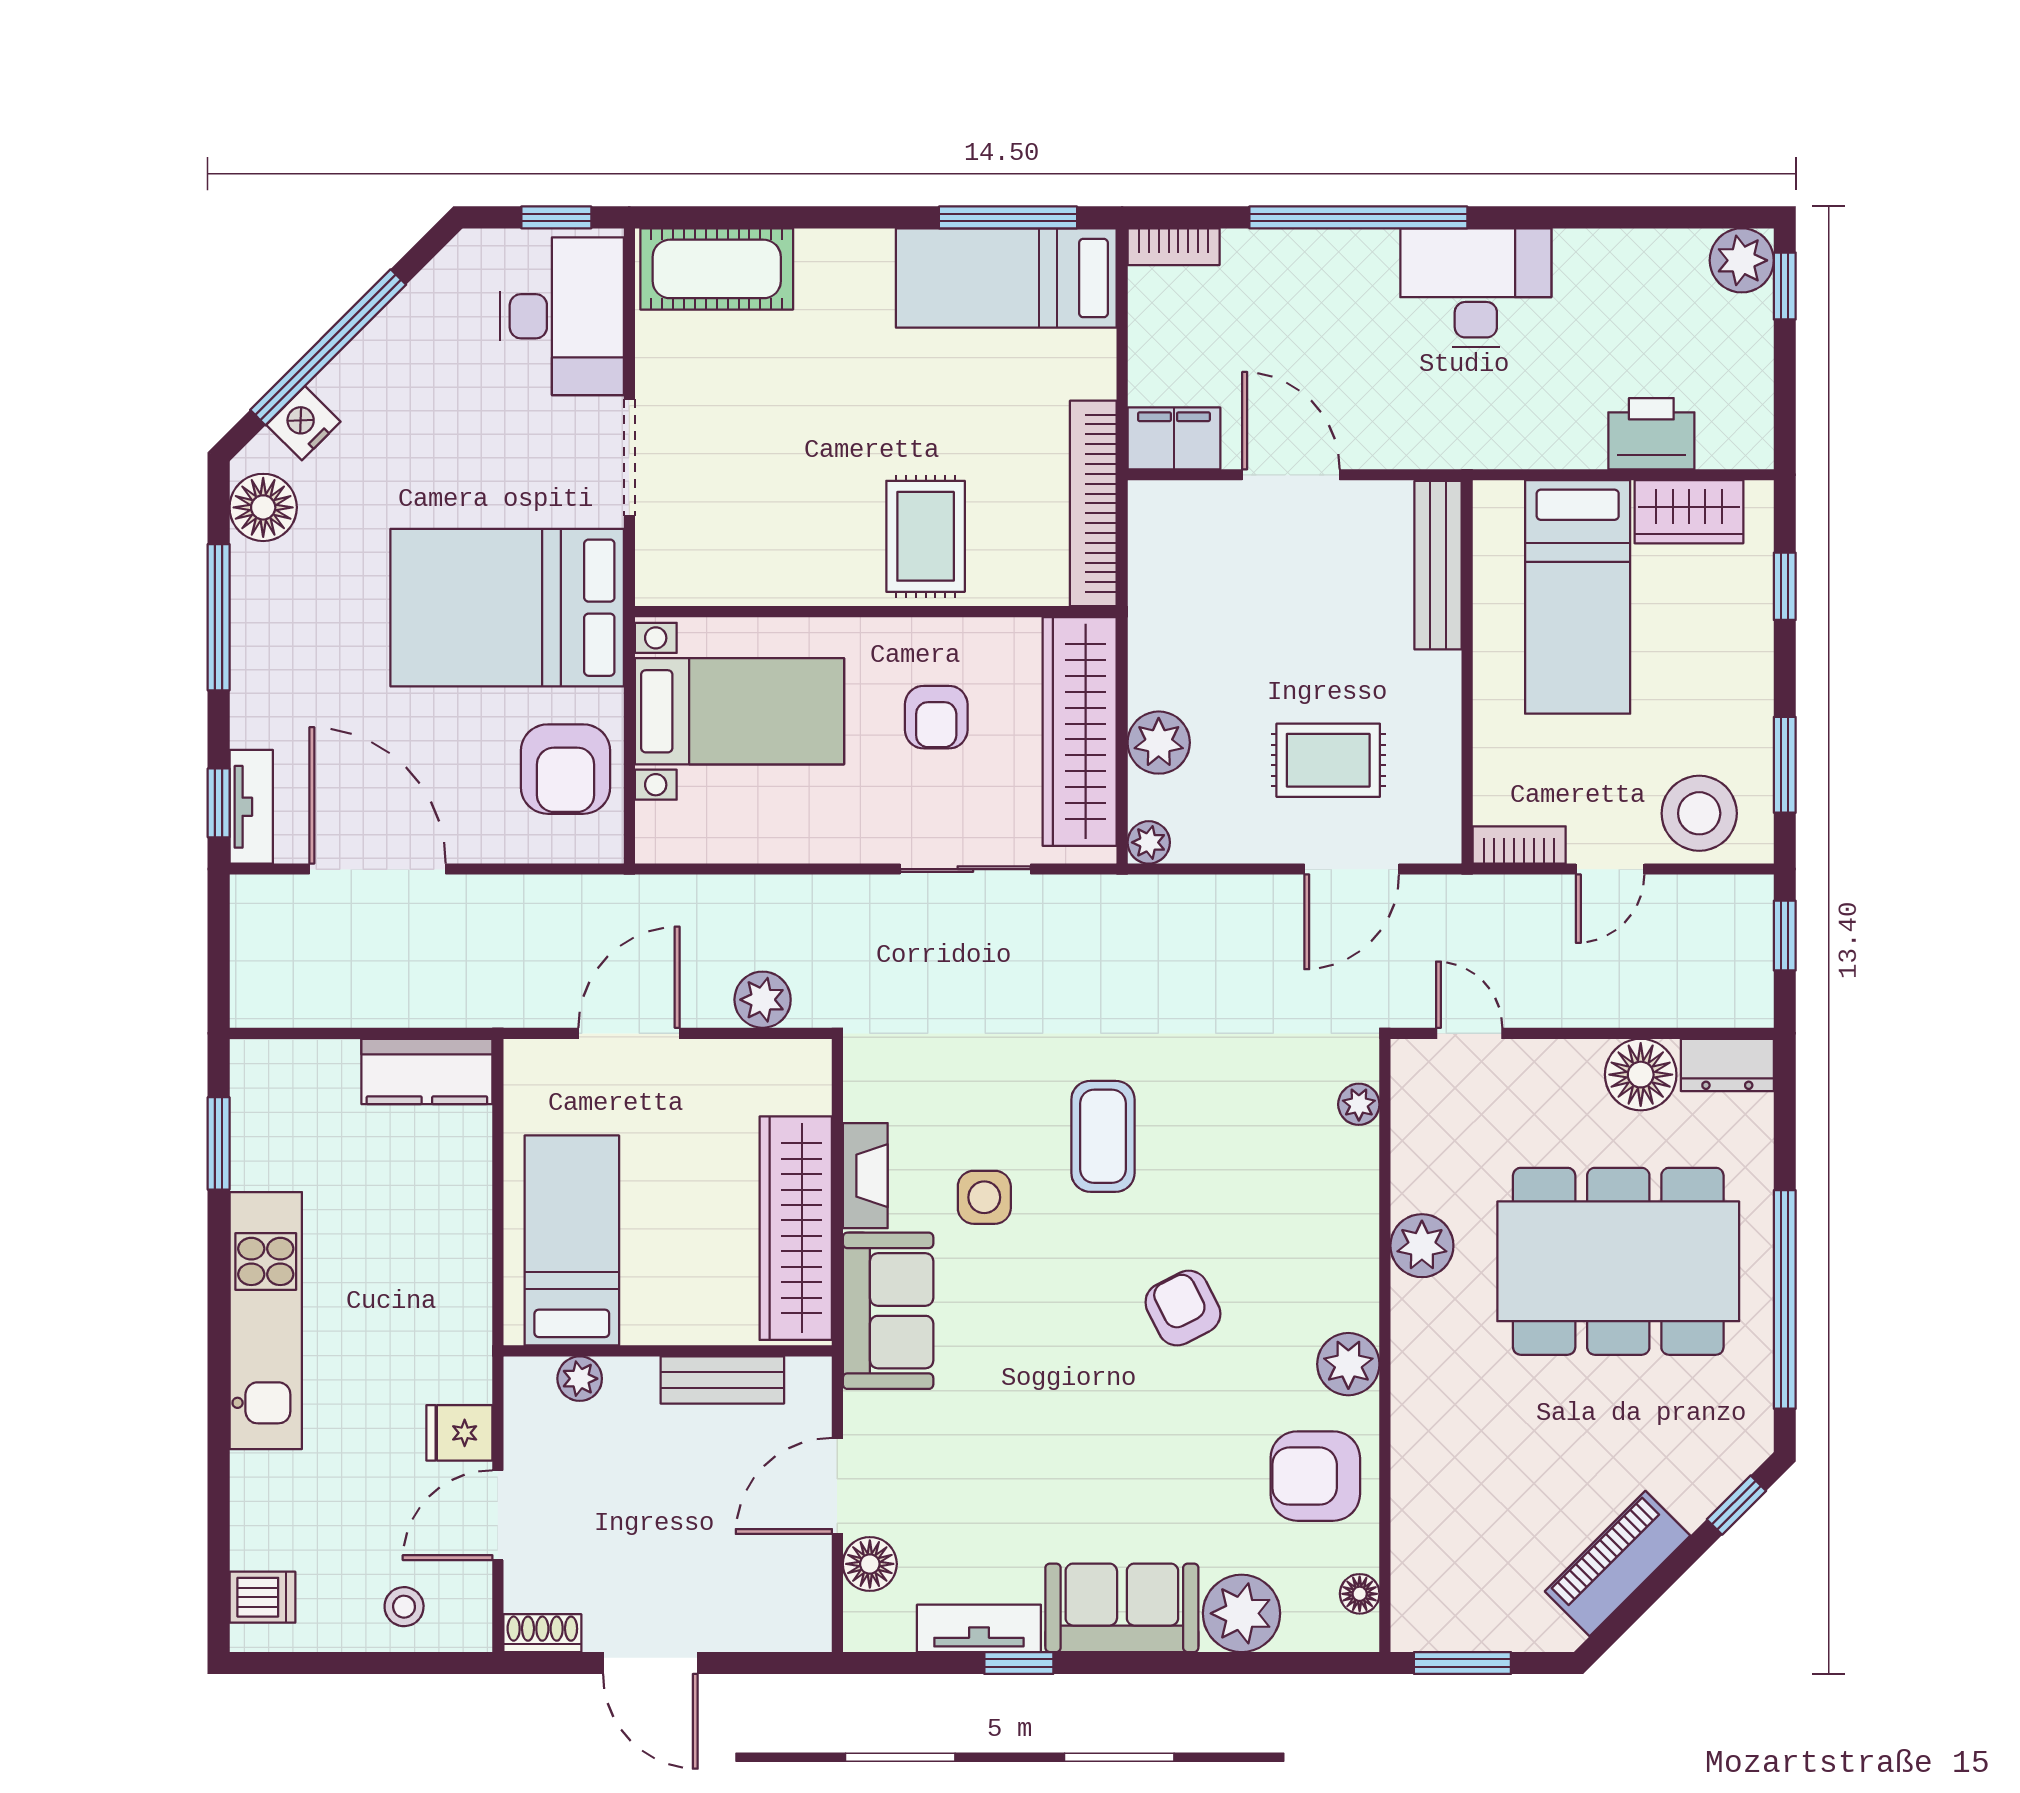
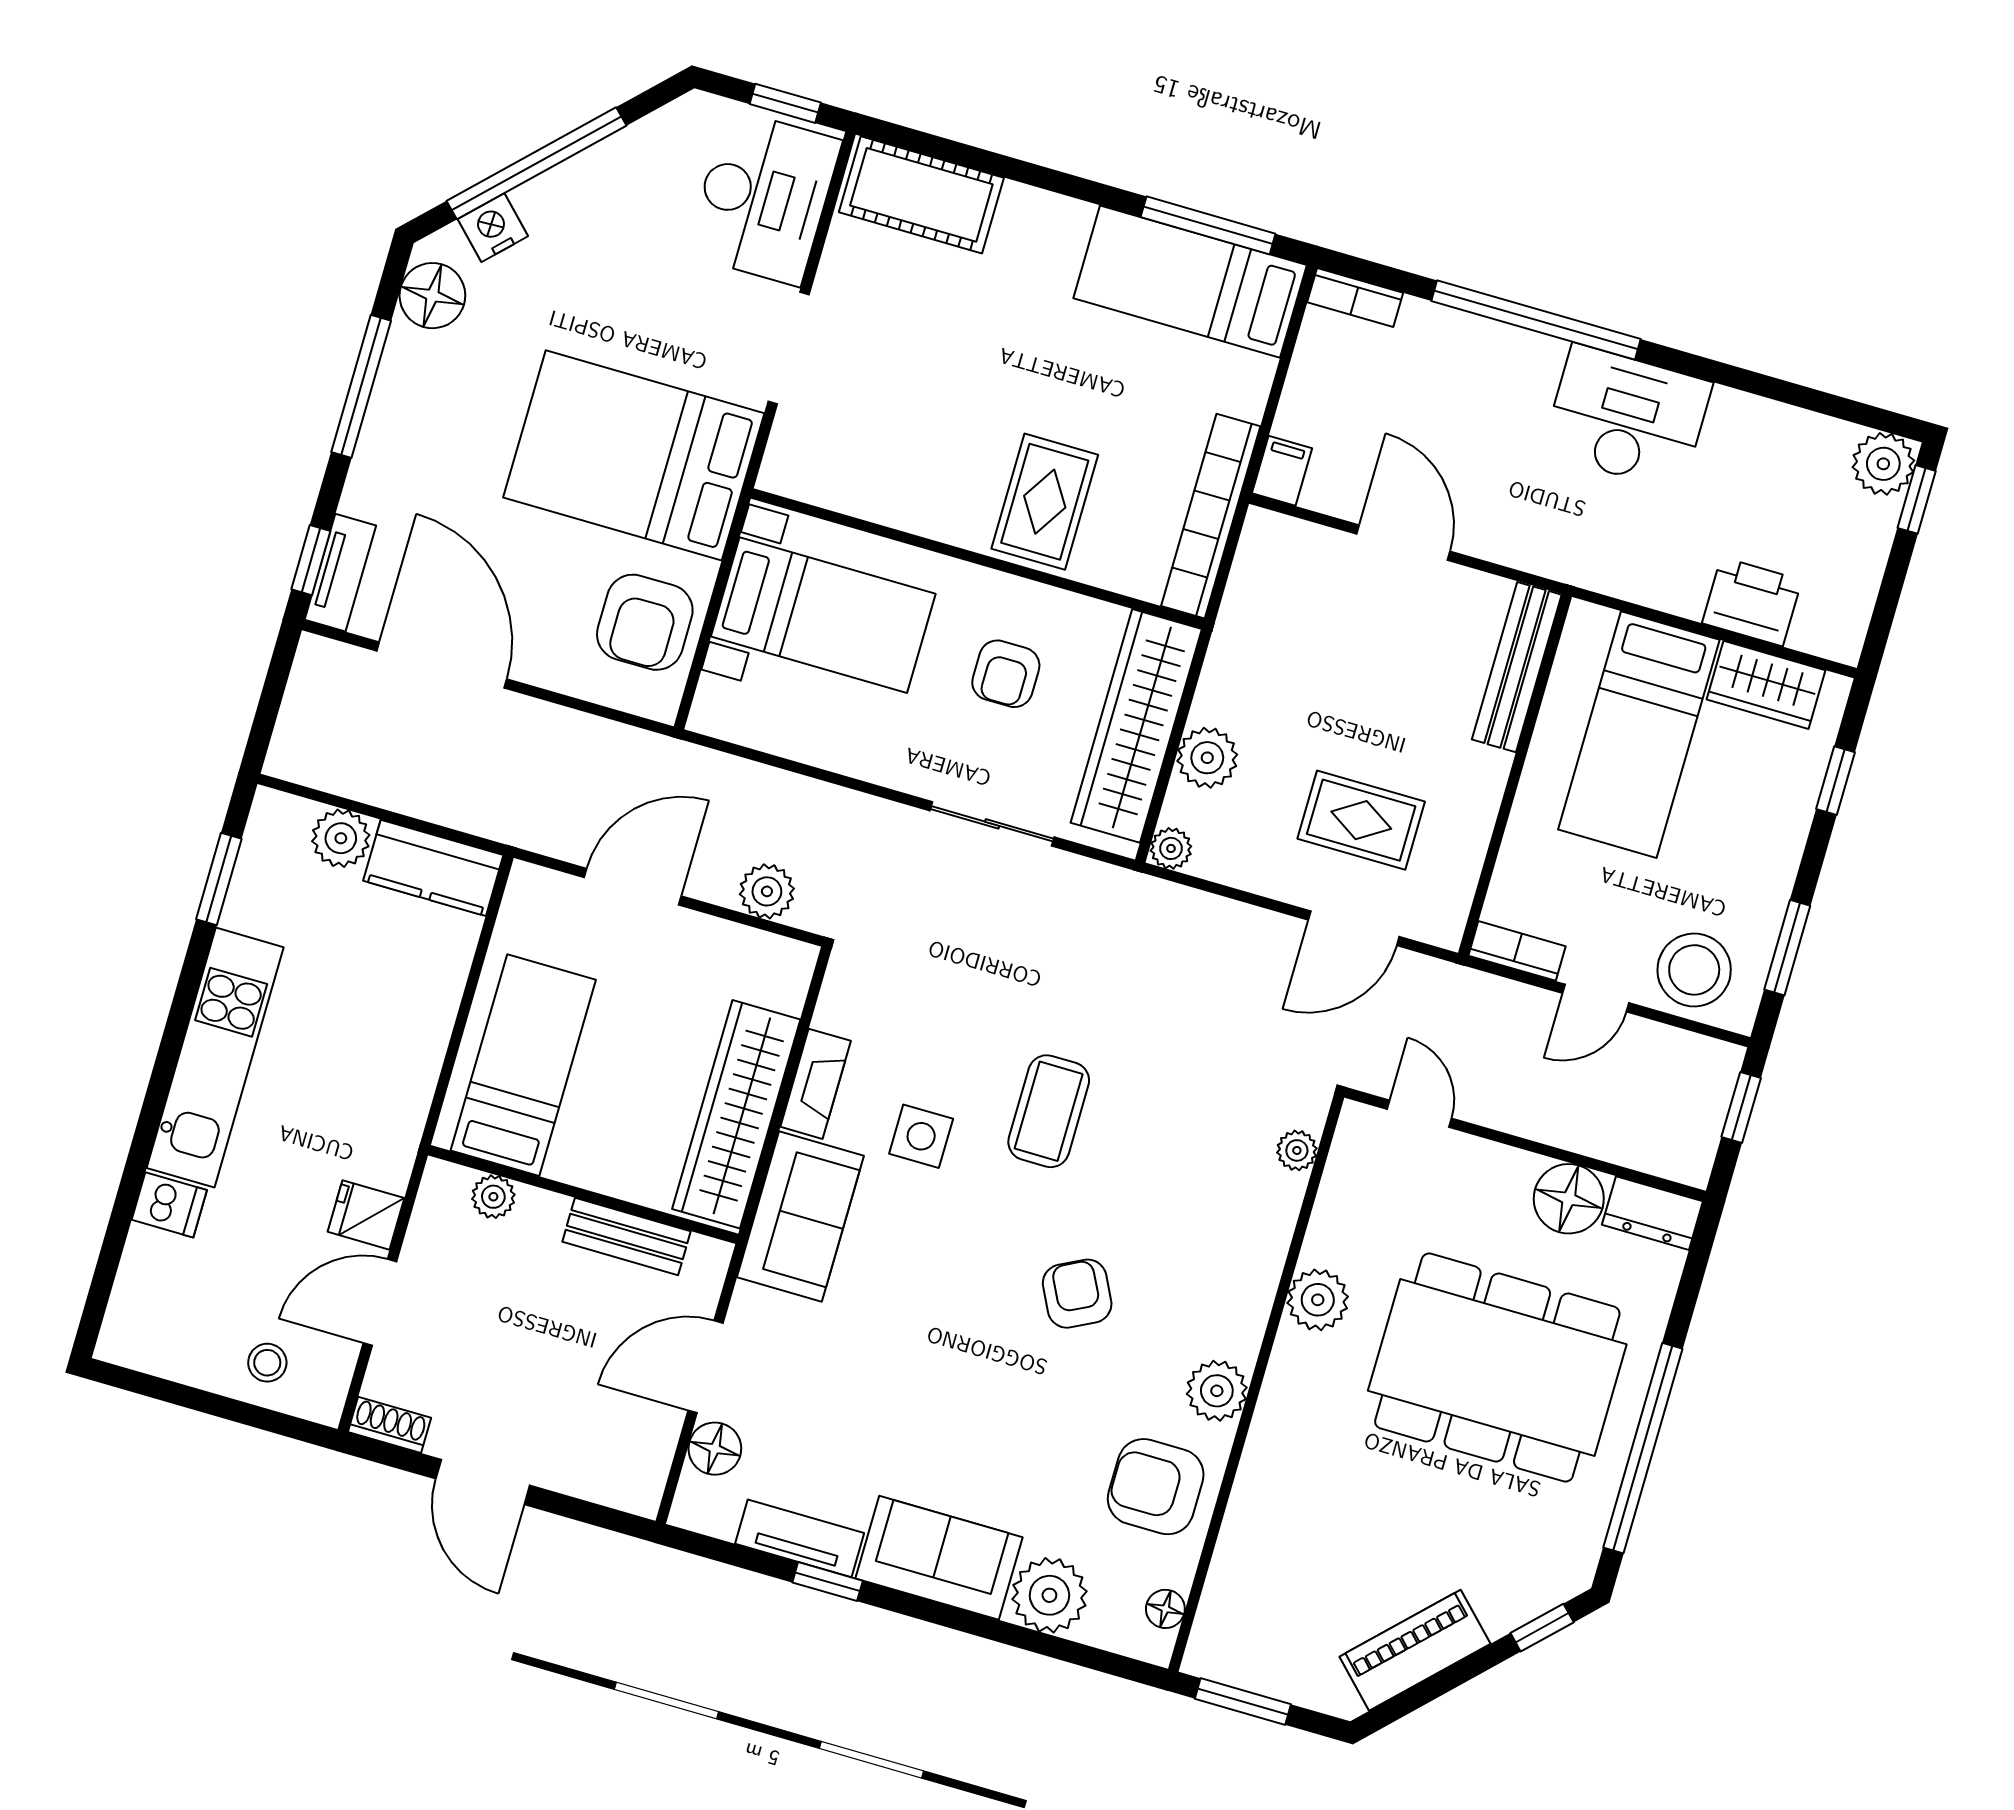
filing cabinet: (1174, 438) -> (1282, 471), width x0.50
plant: (327, 1069) -> (341, 838), added
dishwasher: (262, 1597) -> (169, 1205), moved

